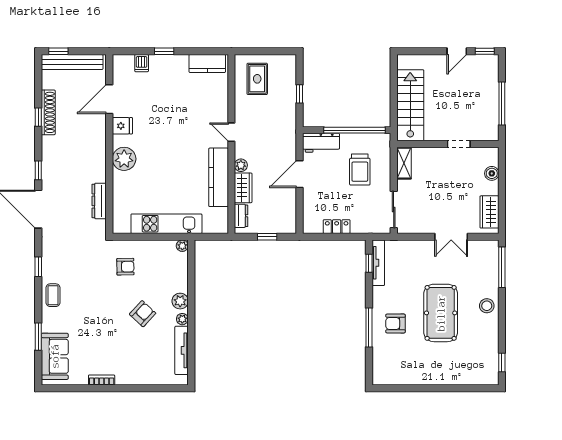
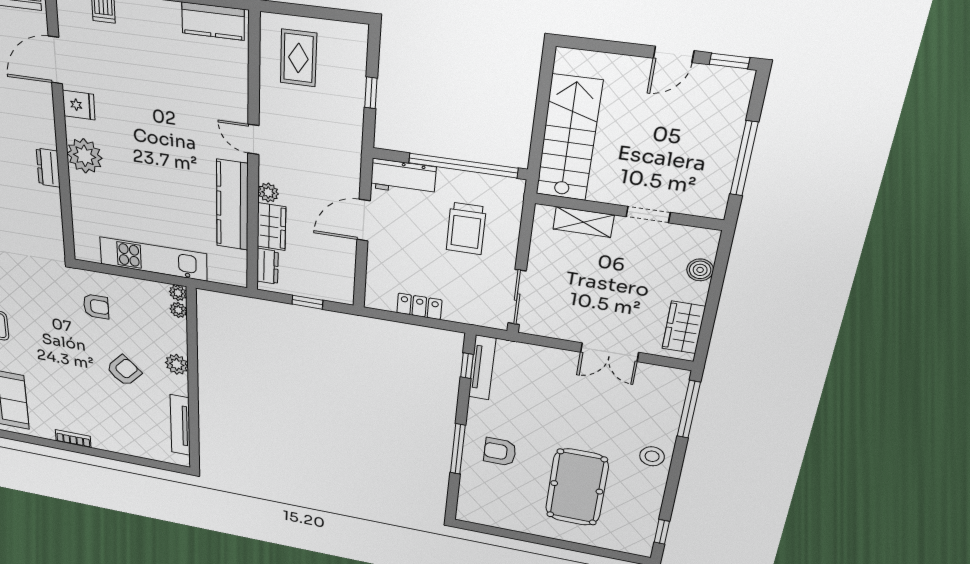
shelving: (404, 163) -> (583, 222), moved, turned 90
dresser: (99, 201) -> (48, 168), moved, width x0.70
pool table: (441, 313) -> (577, 487), moved
plant: (182, 319) -> (178, 310), moved

